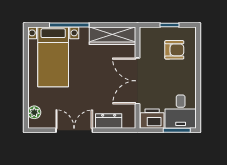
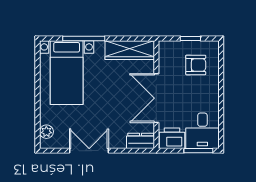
dresser: (109, 121) -> (141, 141), moved

